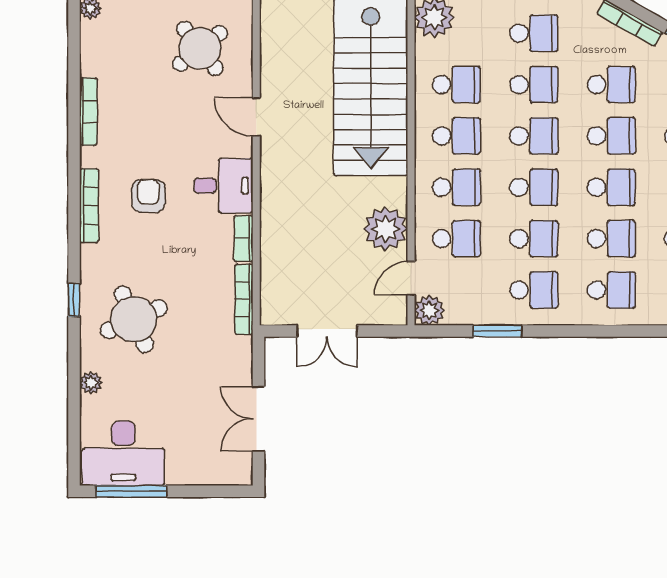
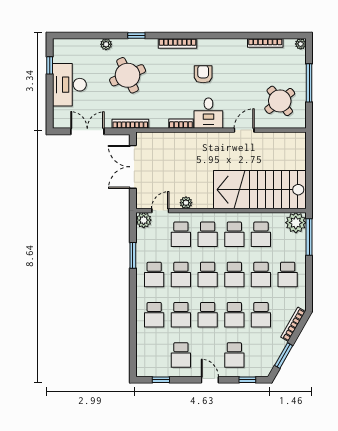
bookcase: (88, 112) -> (265, 43), moved
armchair: (148, 196) -> (203, 74), turned -90
bookcase: (89, 206) -> (178, 43), moved
plant: (385, 229) -> (186, 203), width x0.53, depth x0.53
door: (411, 278) -> (160, 211), hinge flipped
bookcase: (244, 299) -> (130, 124), moved
window: (74, 300) -> (136, 36), moved
round table: (134, 319) -> (128, 75), moved
double door: (327, 331) -> (133, 167), width x1.37
desk: (123, 453) -> (69, 85), moved
window: (131, 491) -> (50, 65), width x0.46

